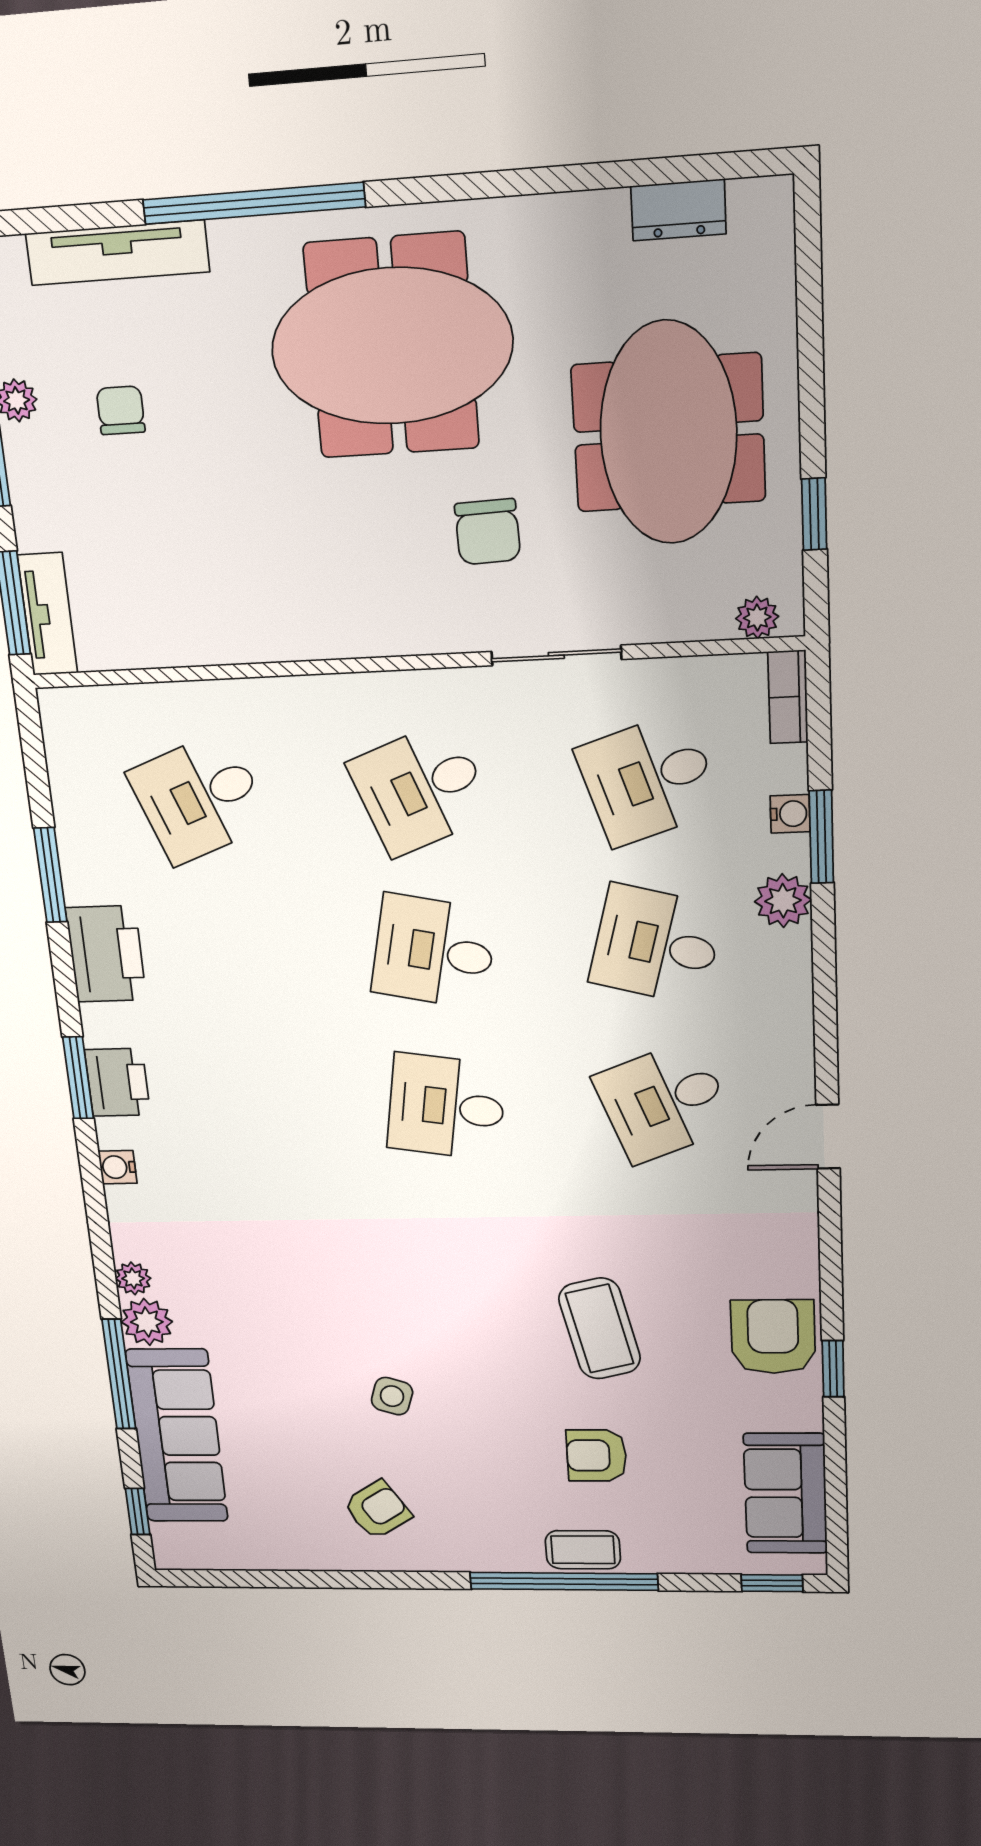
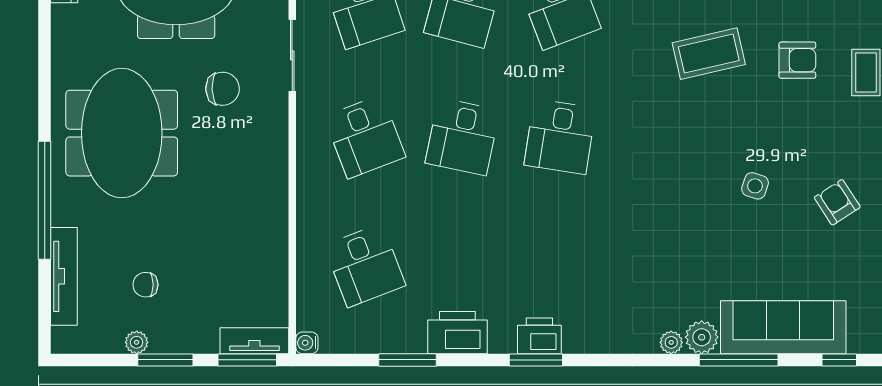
water cooler: (118, 1167) -> (307, 343), moved, turned 90
armchair: (597, 1455) -> (797, 60), turned -90

